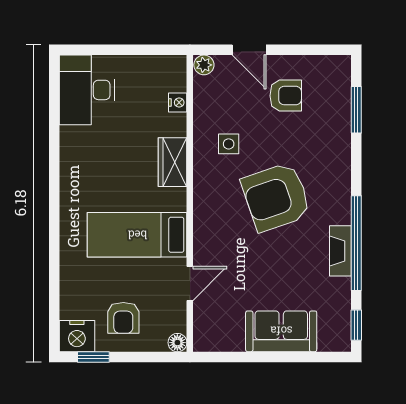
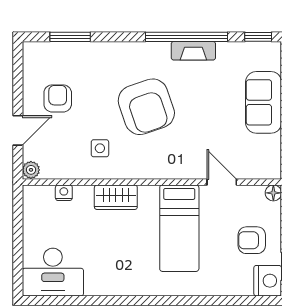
armchair: (123, 318) -> (252, 240), turned 180

